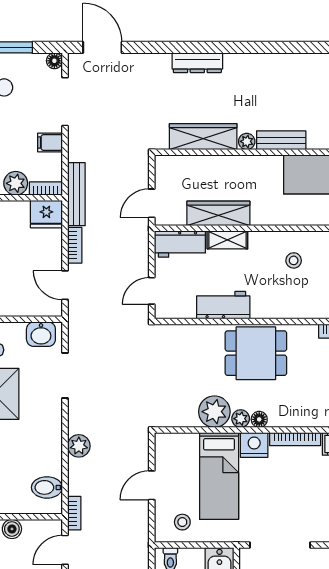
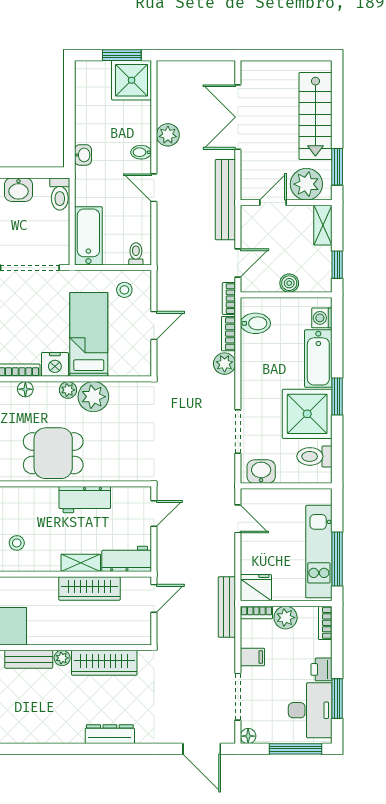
bookcase: (75, 245) -> (228, 334), moved
floor lamp: (259, 419) -> (25, 389), moved

